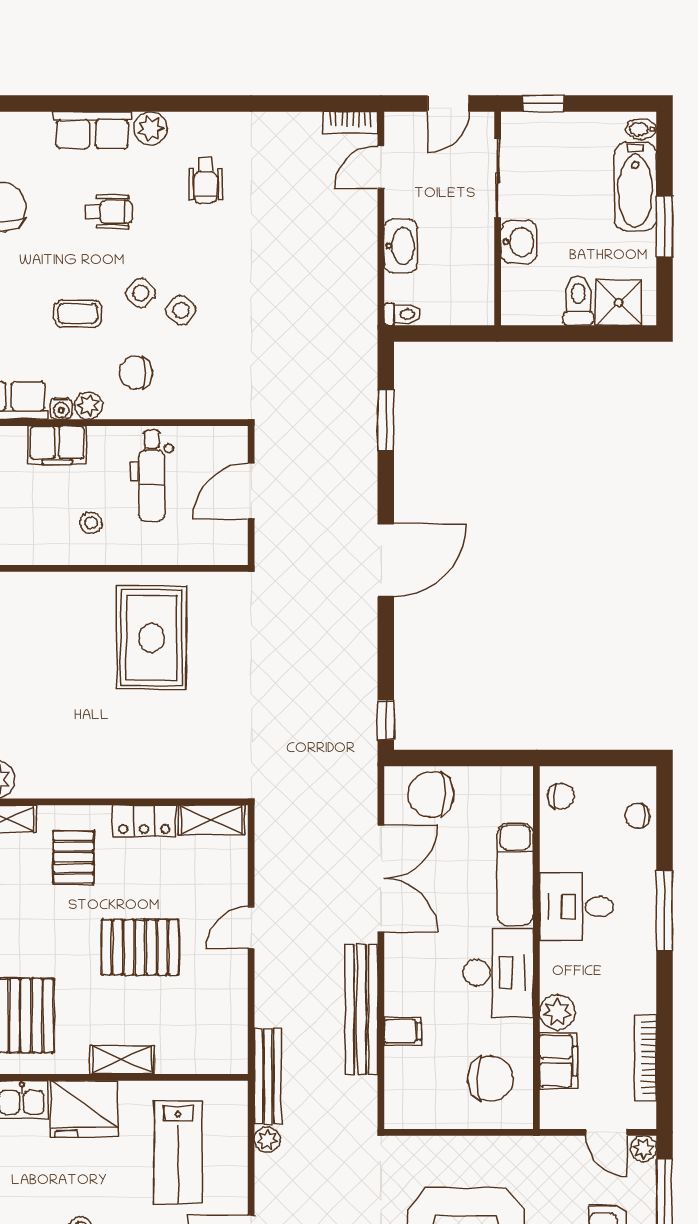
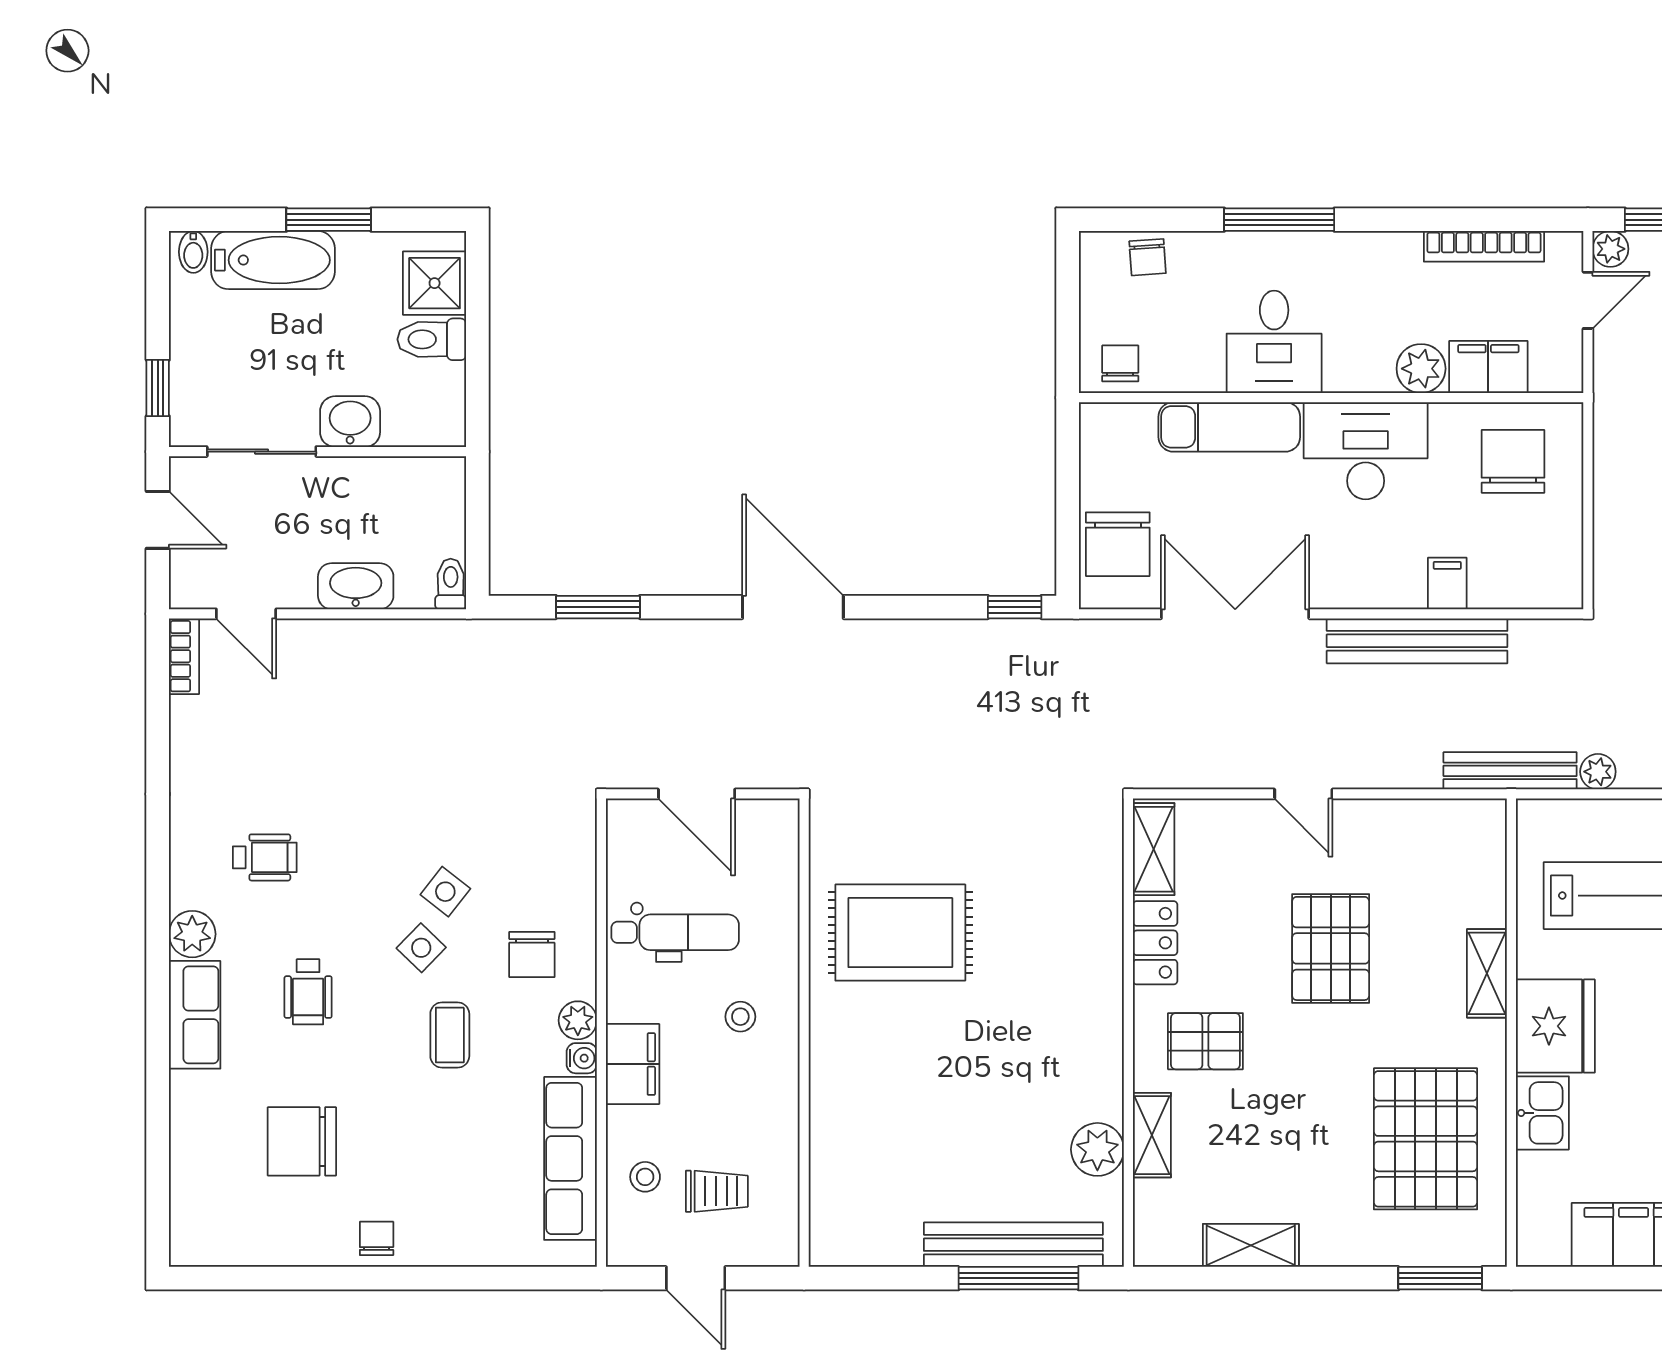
wheelchair: (109, 212) -> (308, 992), turned 180

